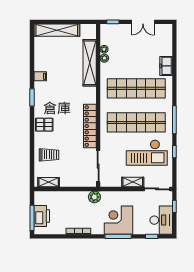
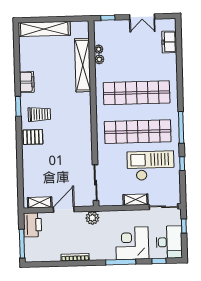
freezer: (166, 66) -> (169, 42), moved
filing cabinet: (40, 76) -> (27, 82), width x2.00
locker: (90, 126) -> (85, 137), removed
checkout: (147, 153) -> (151, 166), turned 180
trolley: (49, 155) -> (39, 114), moved
door: (69, 189) -> (64, 210), added
printer: (42, 216) -> (33, 225), moved
corner desk: (118, 220) -> (132, 243), moved

